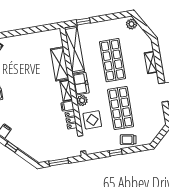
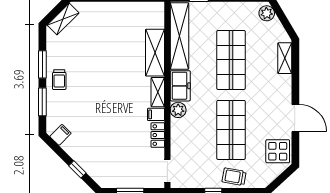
shelving: (151, 63) -> (285, 58), moved
display table: (92, 120) -> (278, 151), moved
window: (12, 147) -> (77, 169), moved

